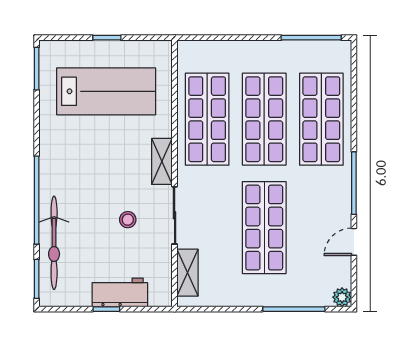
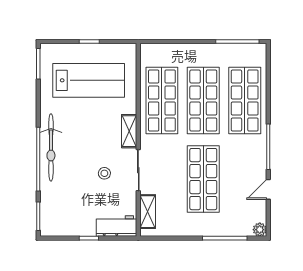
bicycle: (54, 243) -> (51, 147), moved
workbench: (120, 292) -> (117, 226), moved

